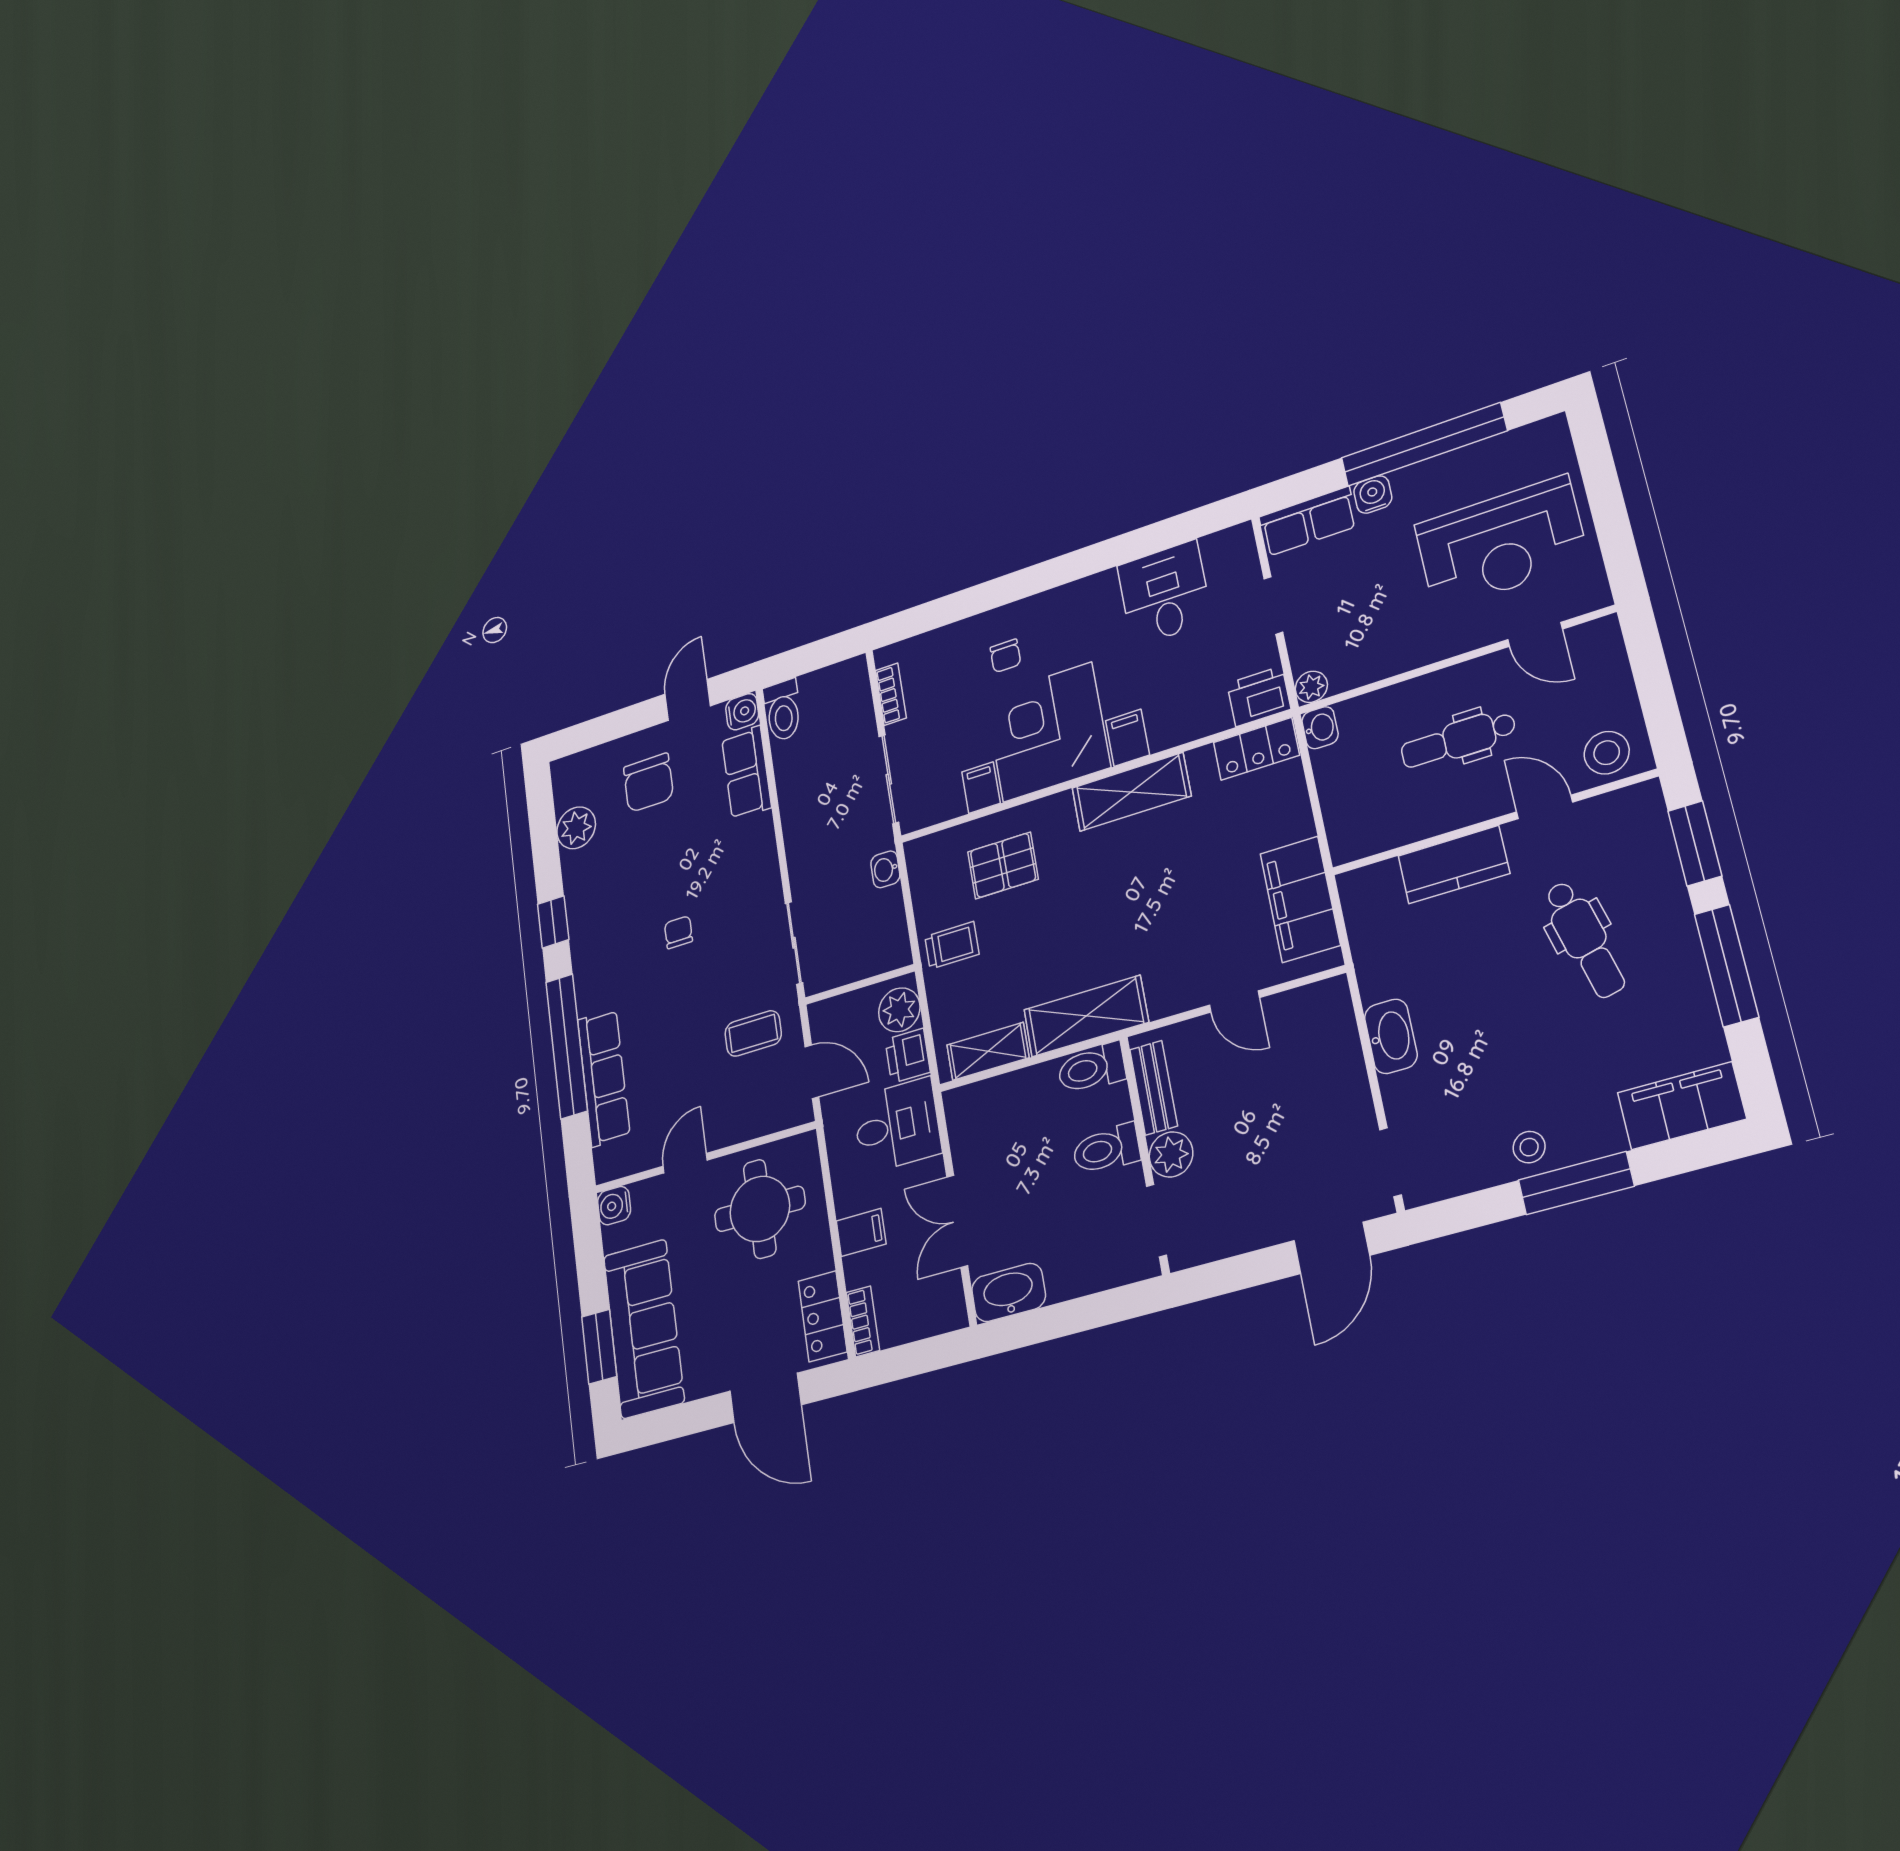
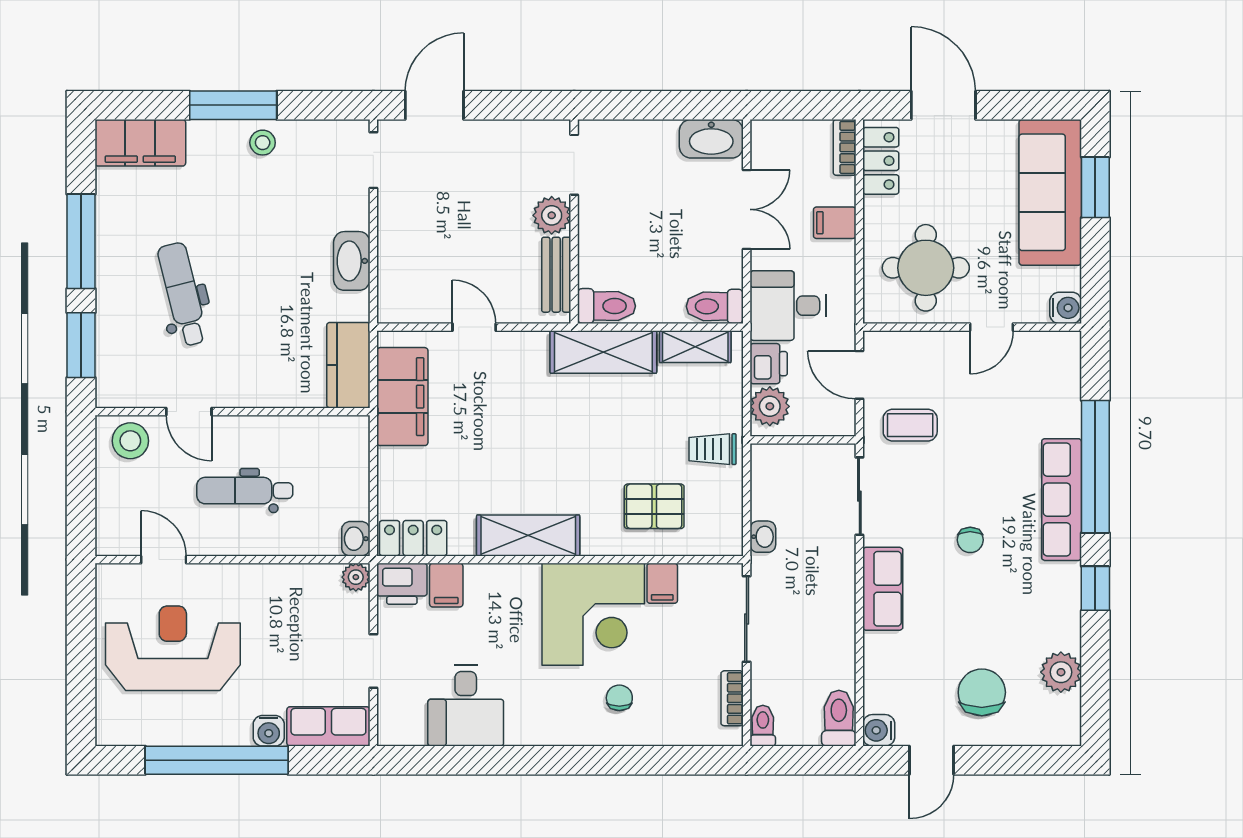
toilet: (856, 677) -> (763, 726), added
filing cabinet: (1128, 738) -> (446, 585), moved
dental chair: (1458, 740) -> (245, 491), turned 180
row of seats: (746, 773) -> (883, 589), moved
kitchen counter: (1454, 865) -> (348, 365), moved, turned -90
row of seats: (604, 1078) -> (1062, 500), moved
toilet: (1106, 1149) -> (715, 306), moved, turned 180

